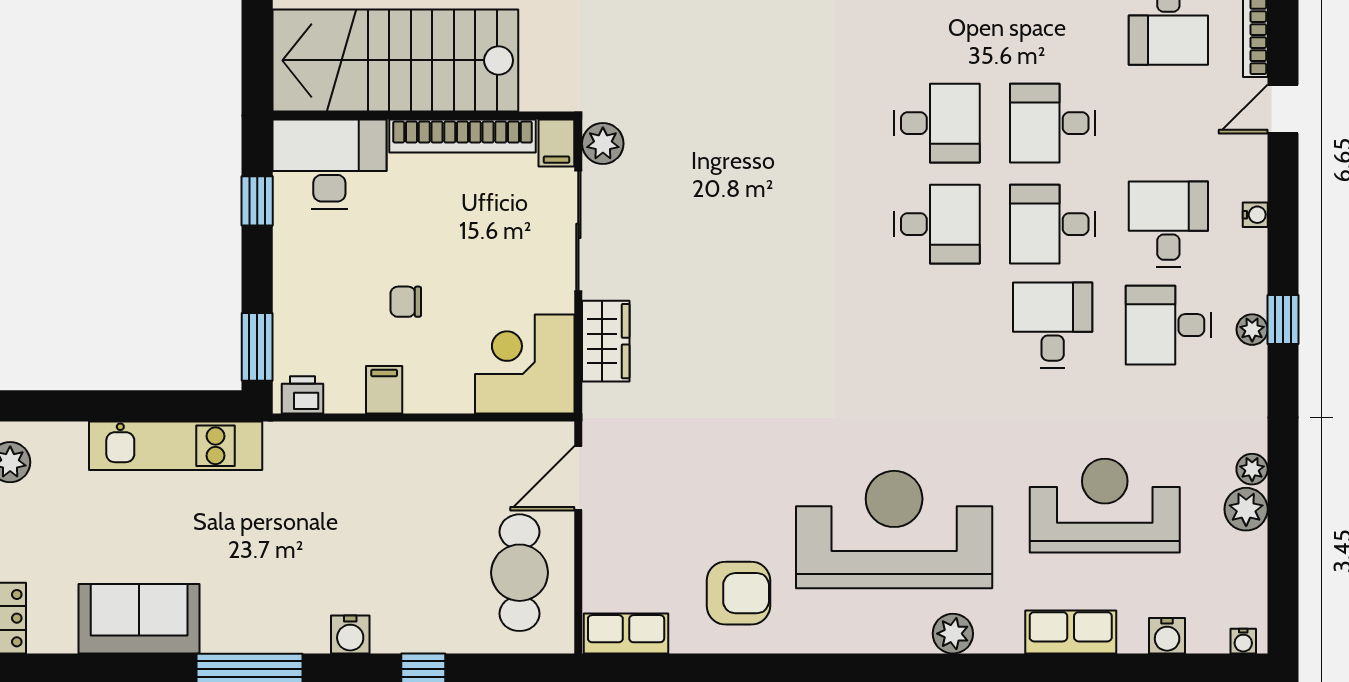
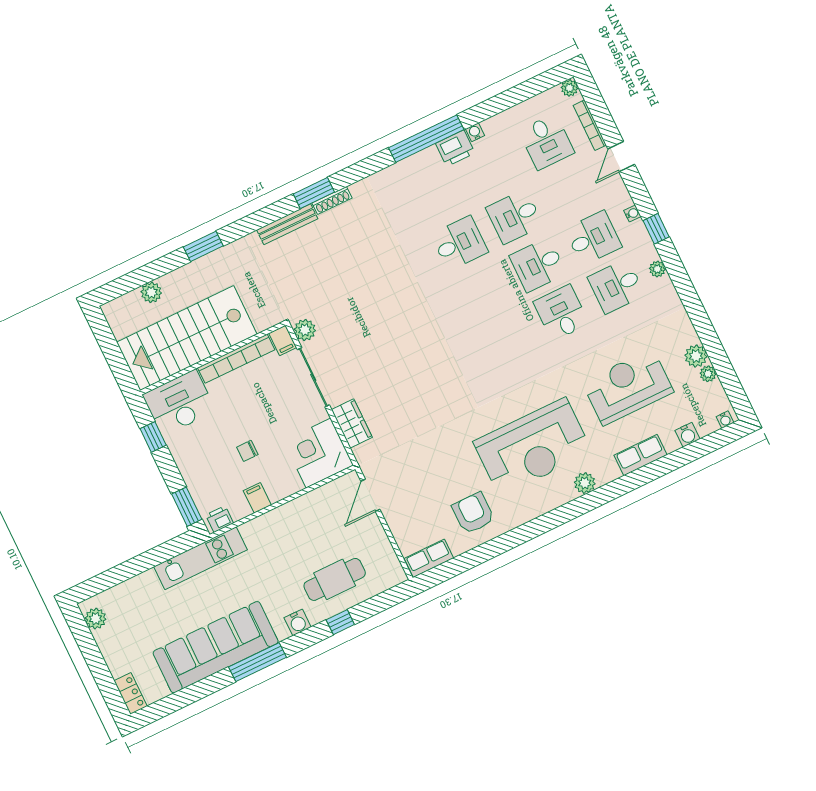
desk: (937, 224) -> (483, 291), removed
desk: (1168, 224) -> (593, 238), turned 90
window: (1283, 319) -> (656, 229), moved
kitchen unit: (176, 446) -> (200, 558), moved
plant: (1252, 469) -> (708, 374), moved
reception desk: (894, 530) -> (533, 447), turned 180
cafe table: (520, 573) -> (335, 579), moved, turned 90
armchair: (738, 593) -> (473, 513), turned -90
sofa: (139, 619) -> (216, 647), width x1.85, depth x1.27

